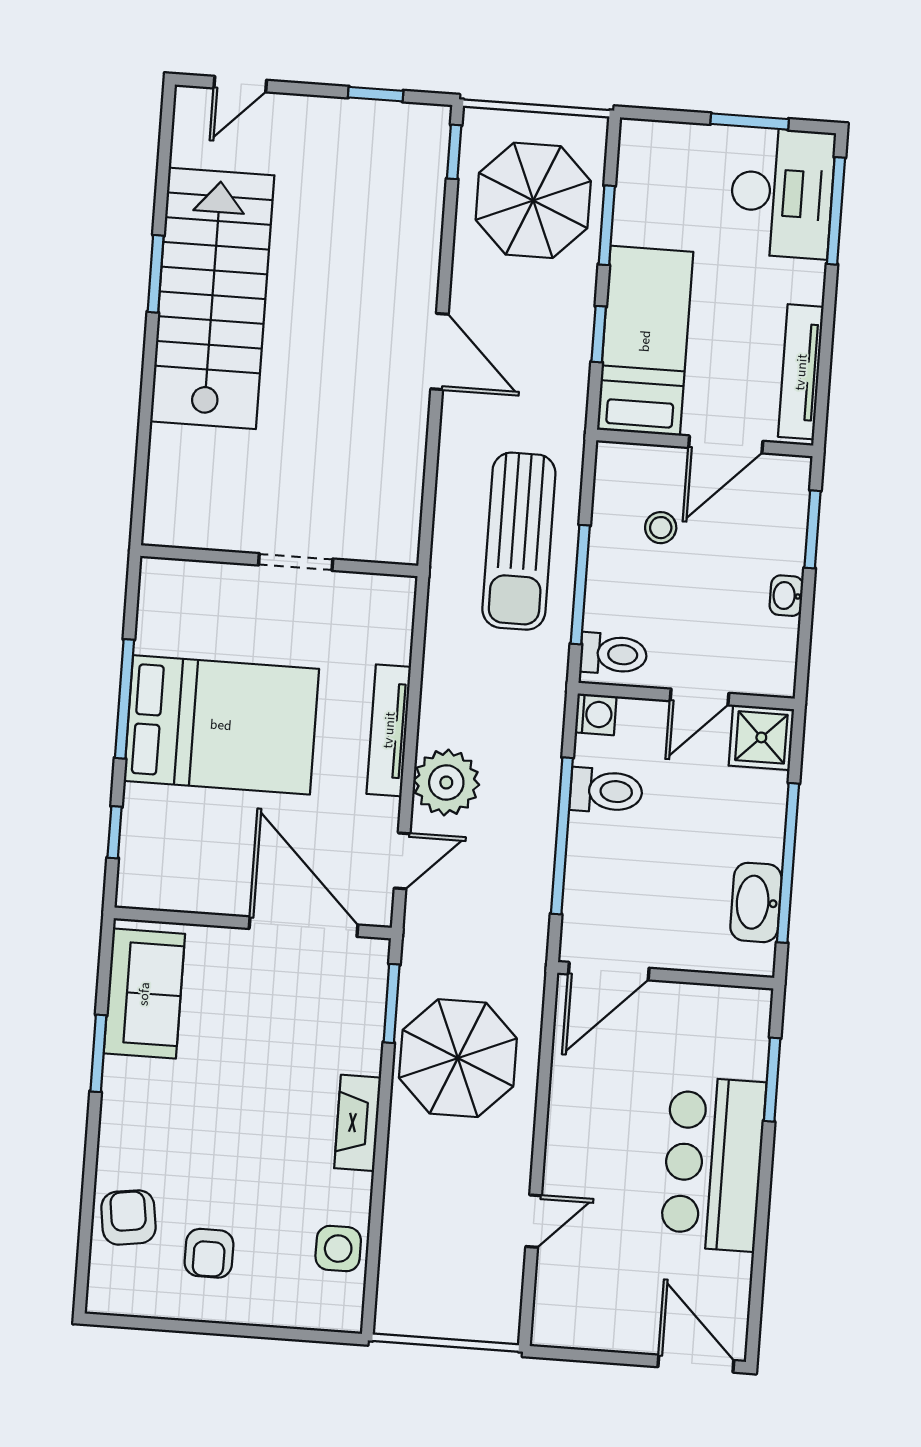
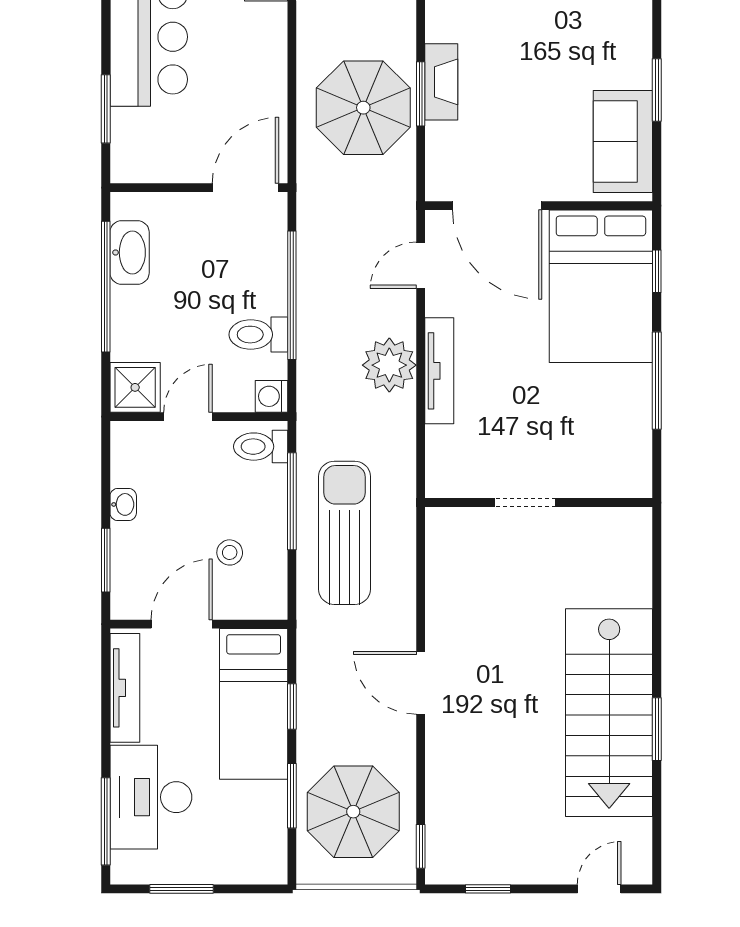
desk: (782, 193) -> (151, 797), moved
bed: (221, 725) -> (601, 286), moved, turned -90
plant: (446, 783) -> (389, 365), moved
window: (392, 1003) -> (421, 94), moved
fireplace: (357, 1123) -> (441, 82), moved

